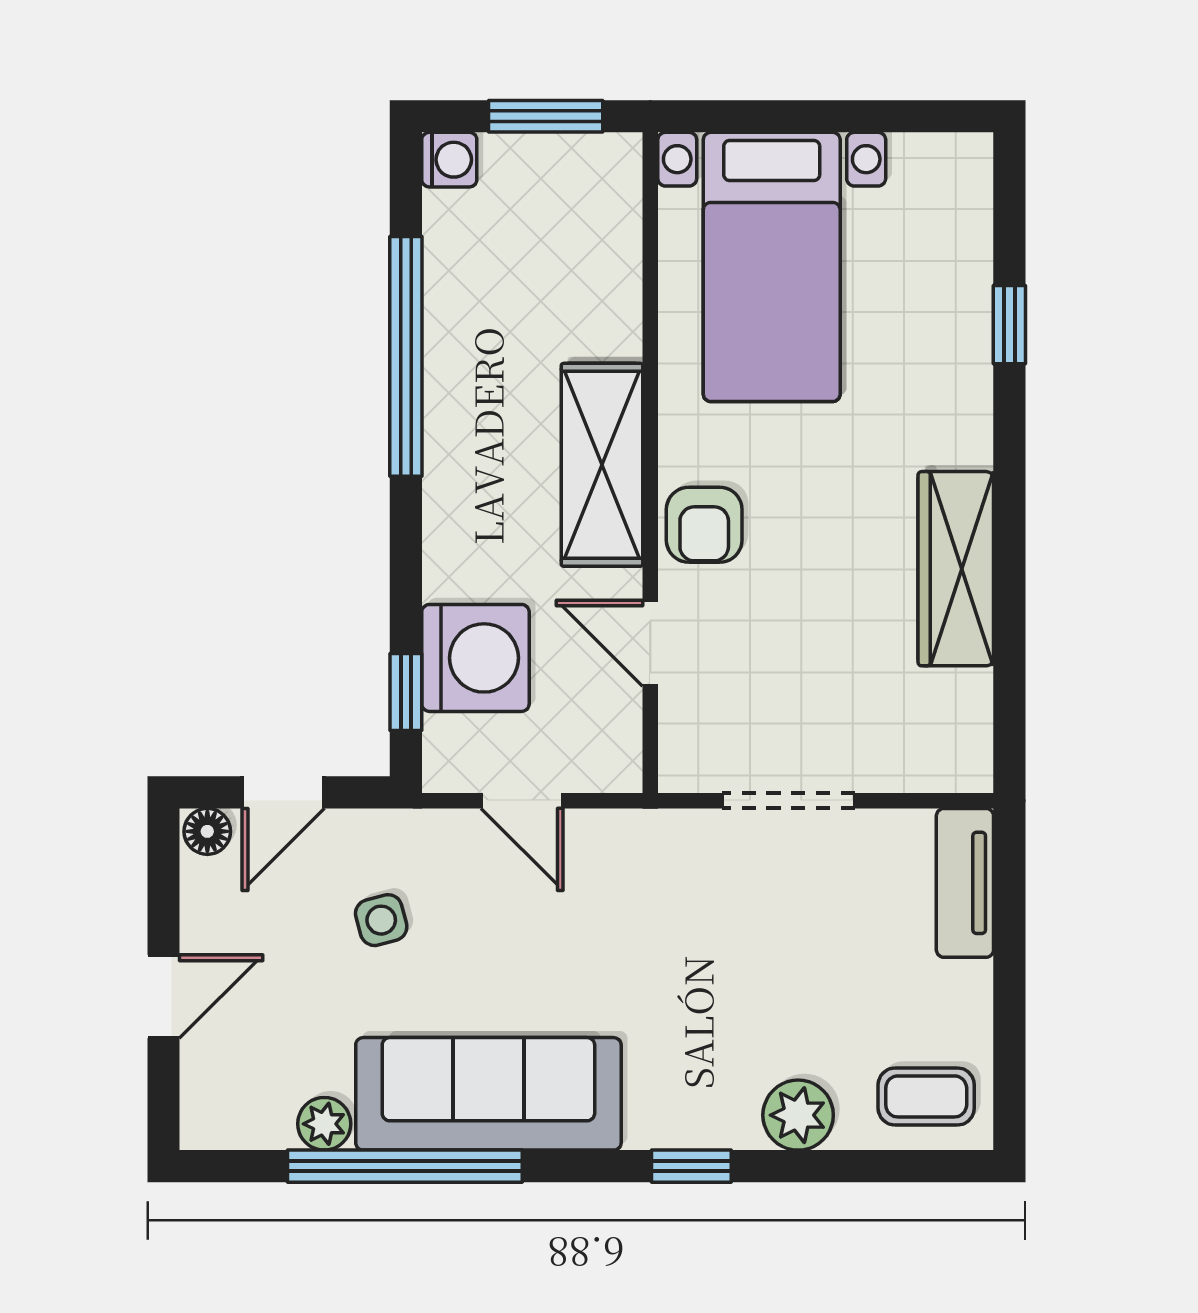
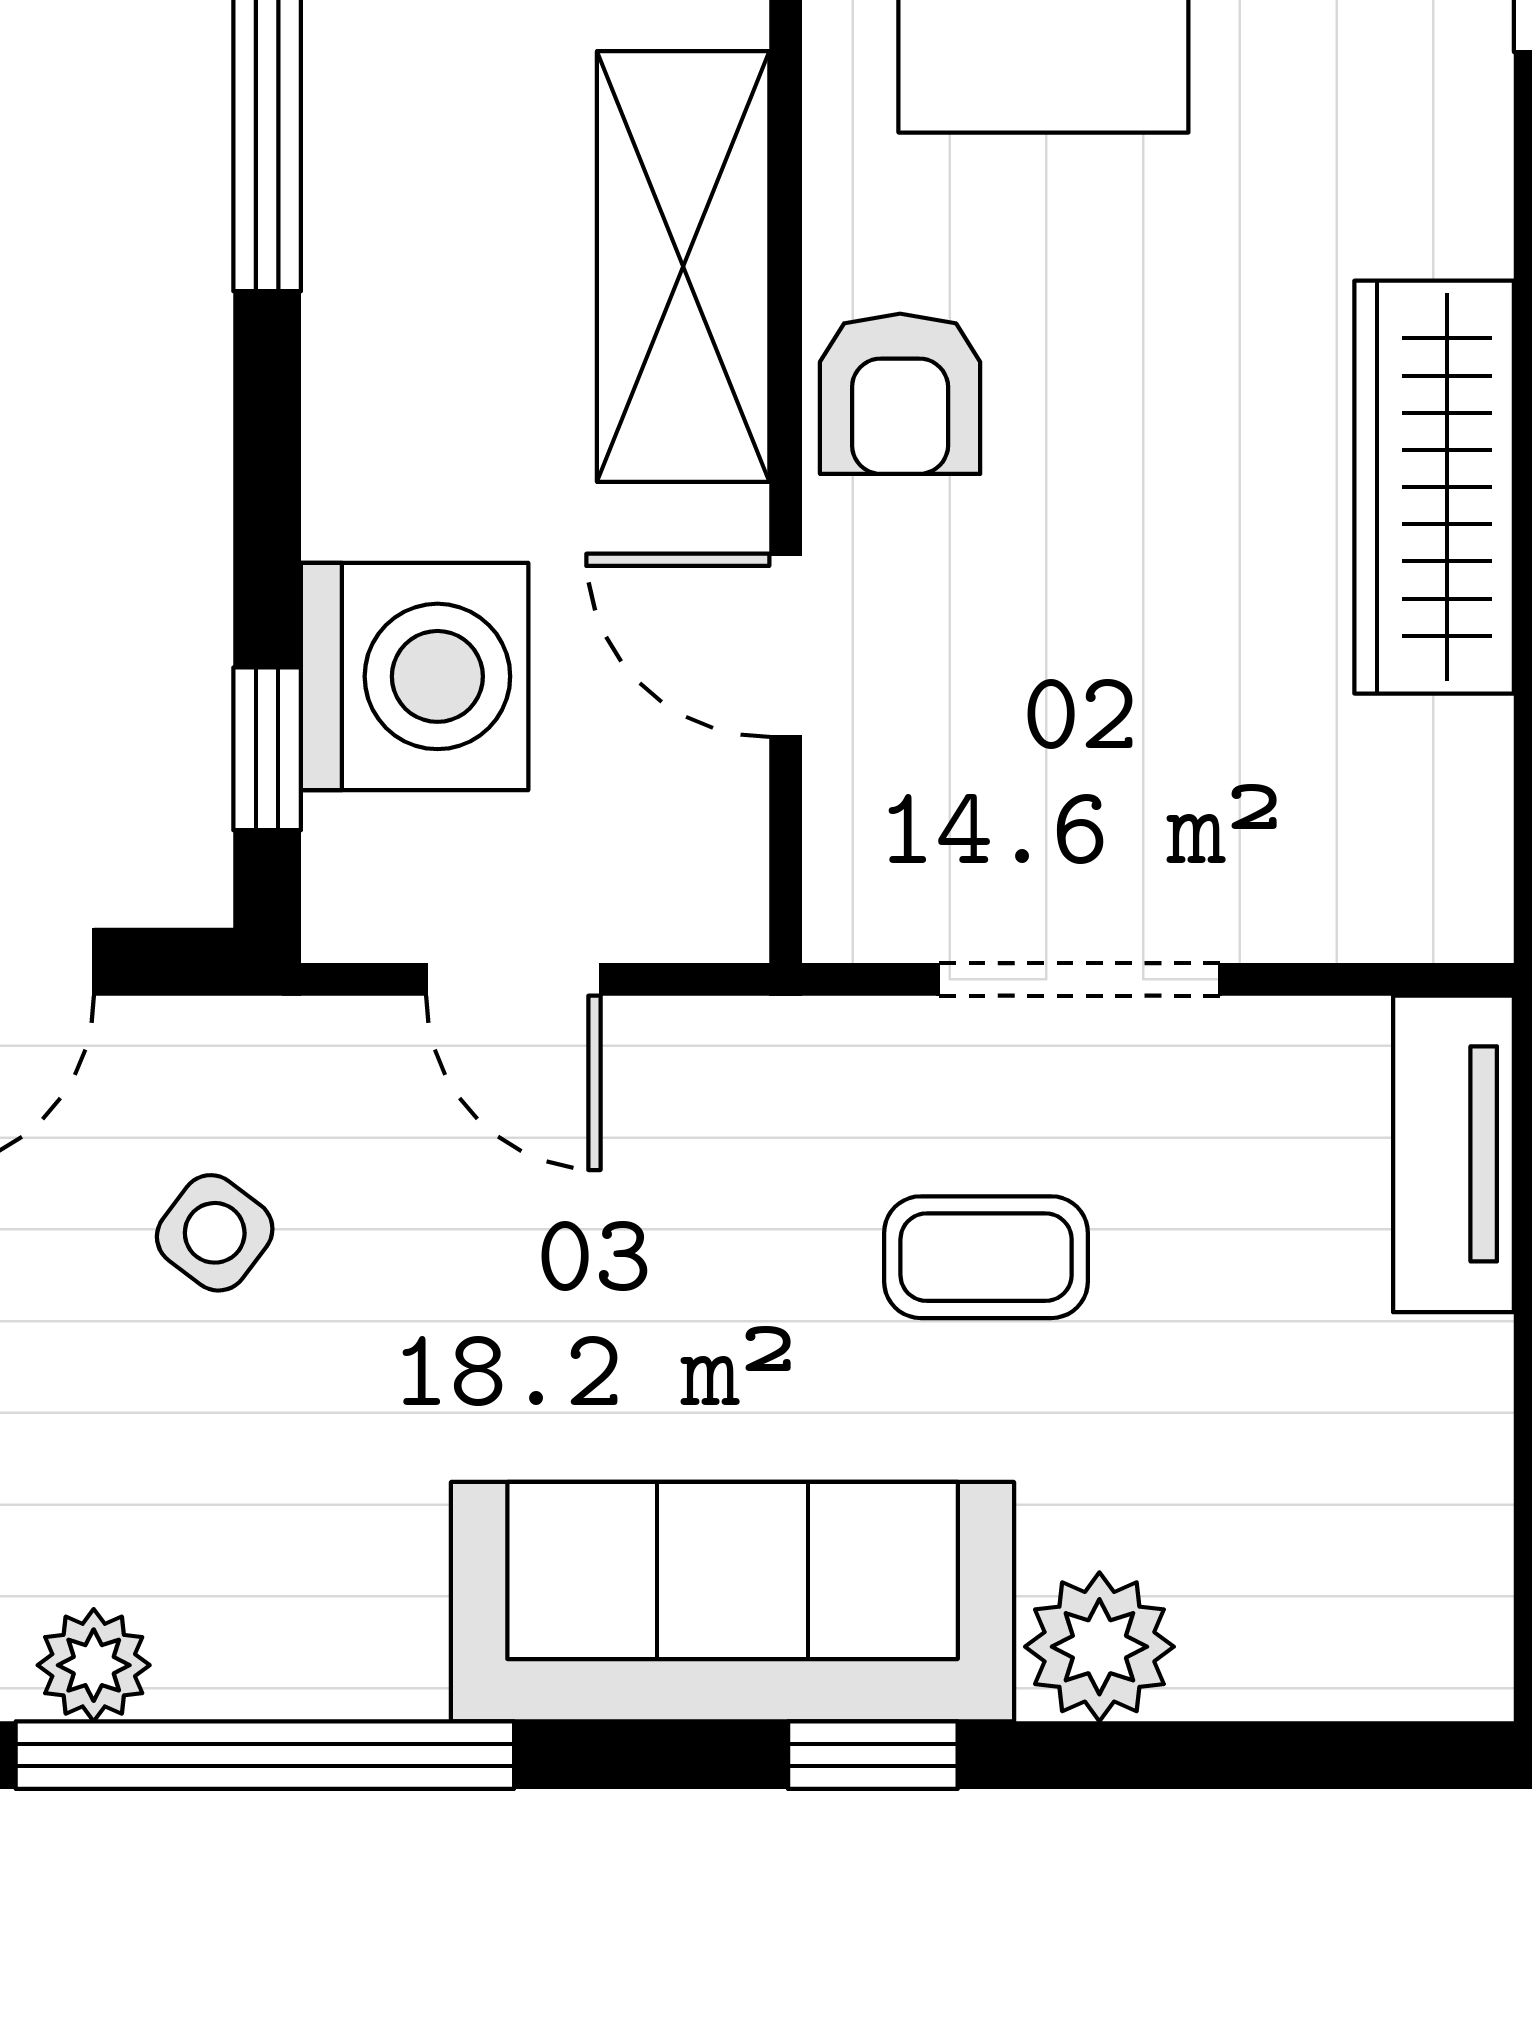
side table: (381, 920) -> (215, 1233), turned -38
sofa: (488, 1094) -> (733, 1602), moved
coffee table: (926, 1096) -> (986, 1257), moved

